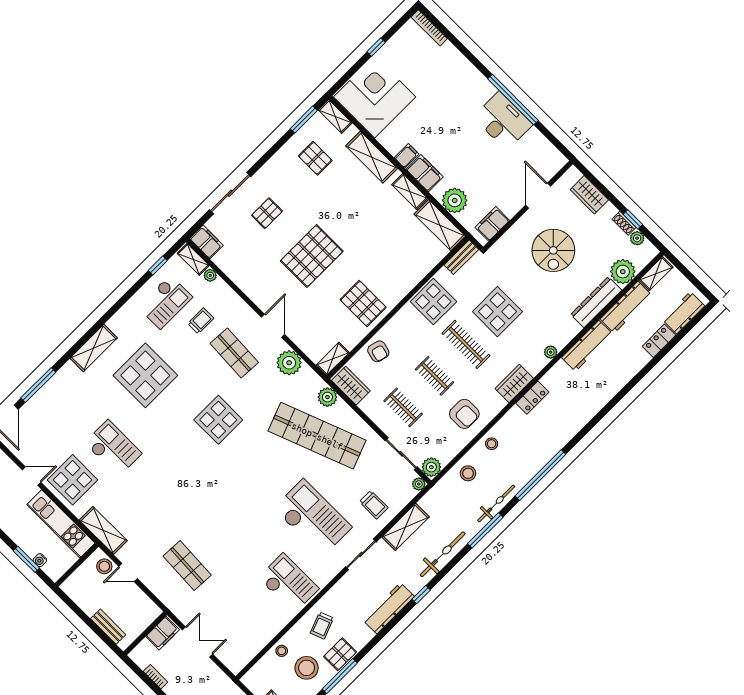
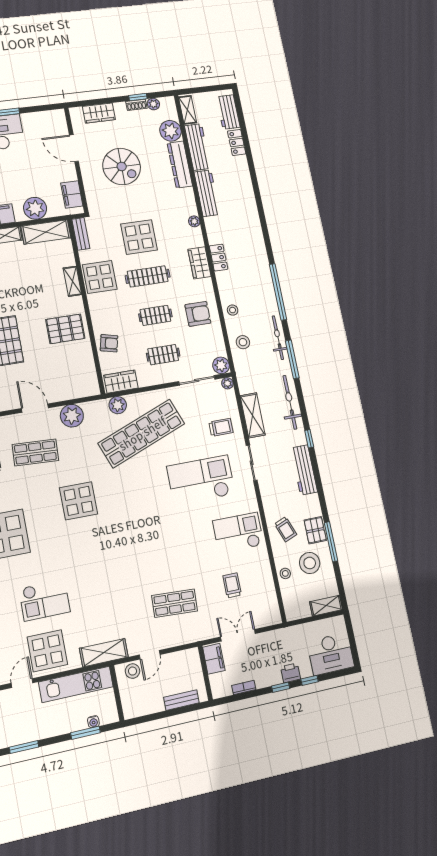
shelving: (333, 359) -> (72, 281), moved
checkout: (113, 448) -> (45, 600), turned 180
trolley: (238, 608) -> (232, 585), added

